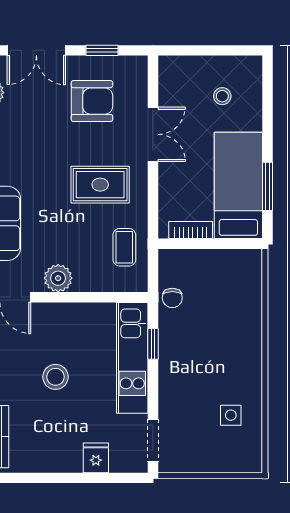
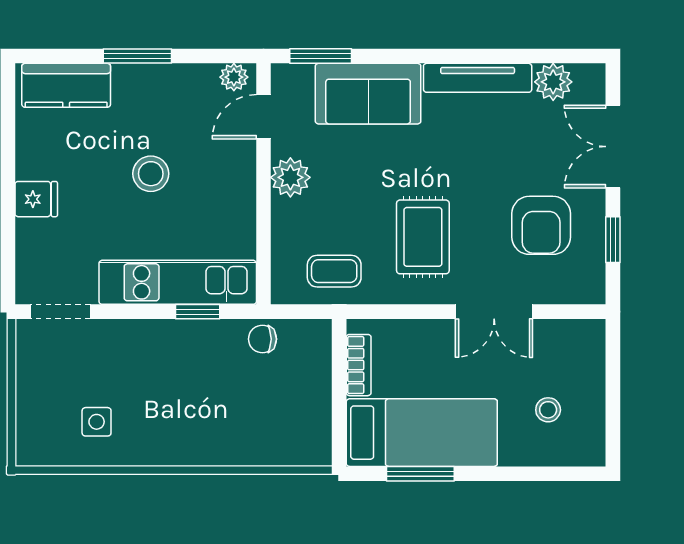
fridge: (96, 458) -> (36, 199), moved

